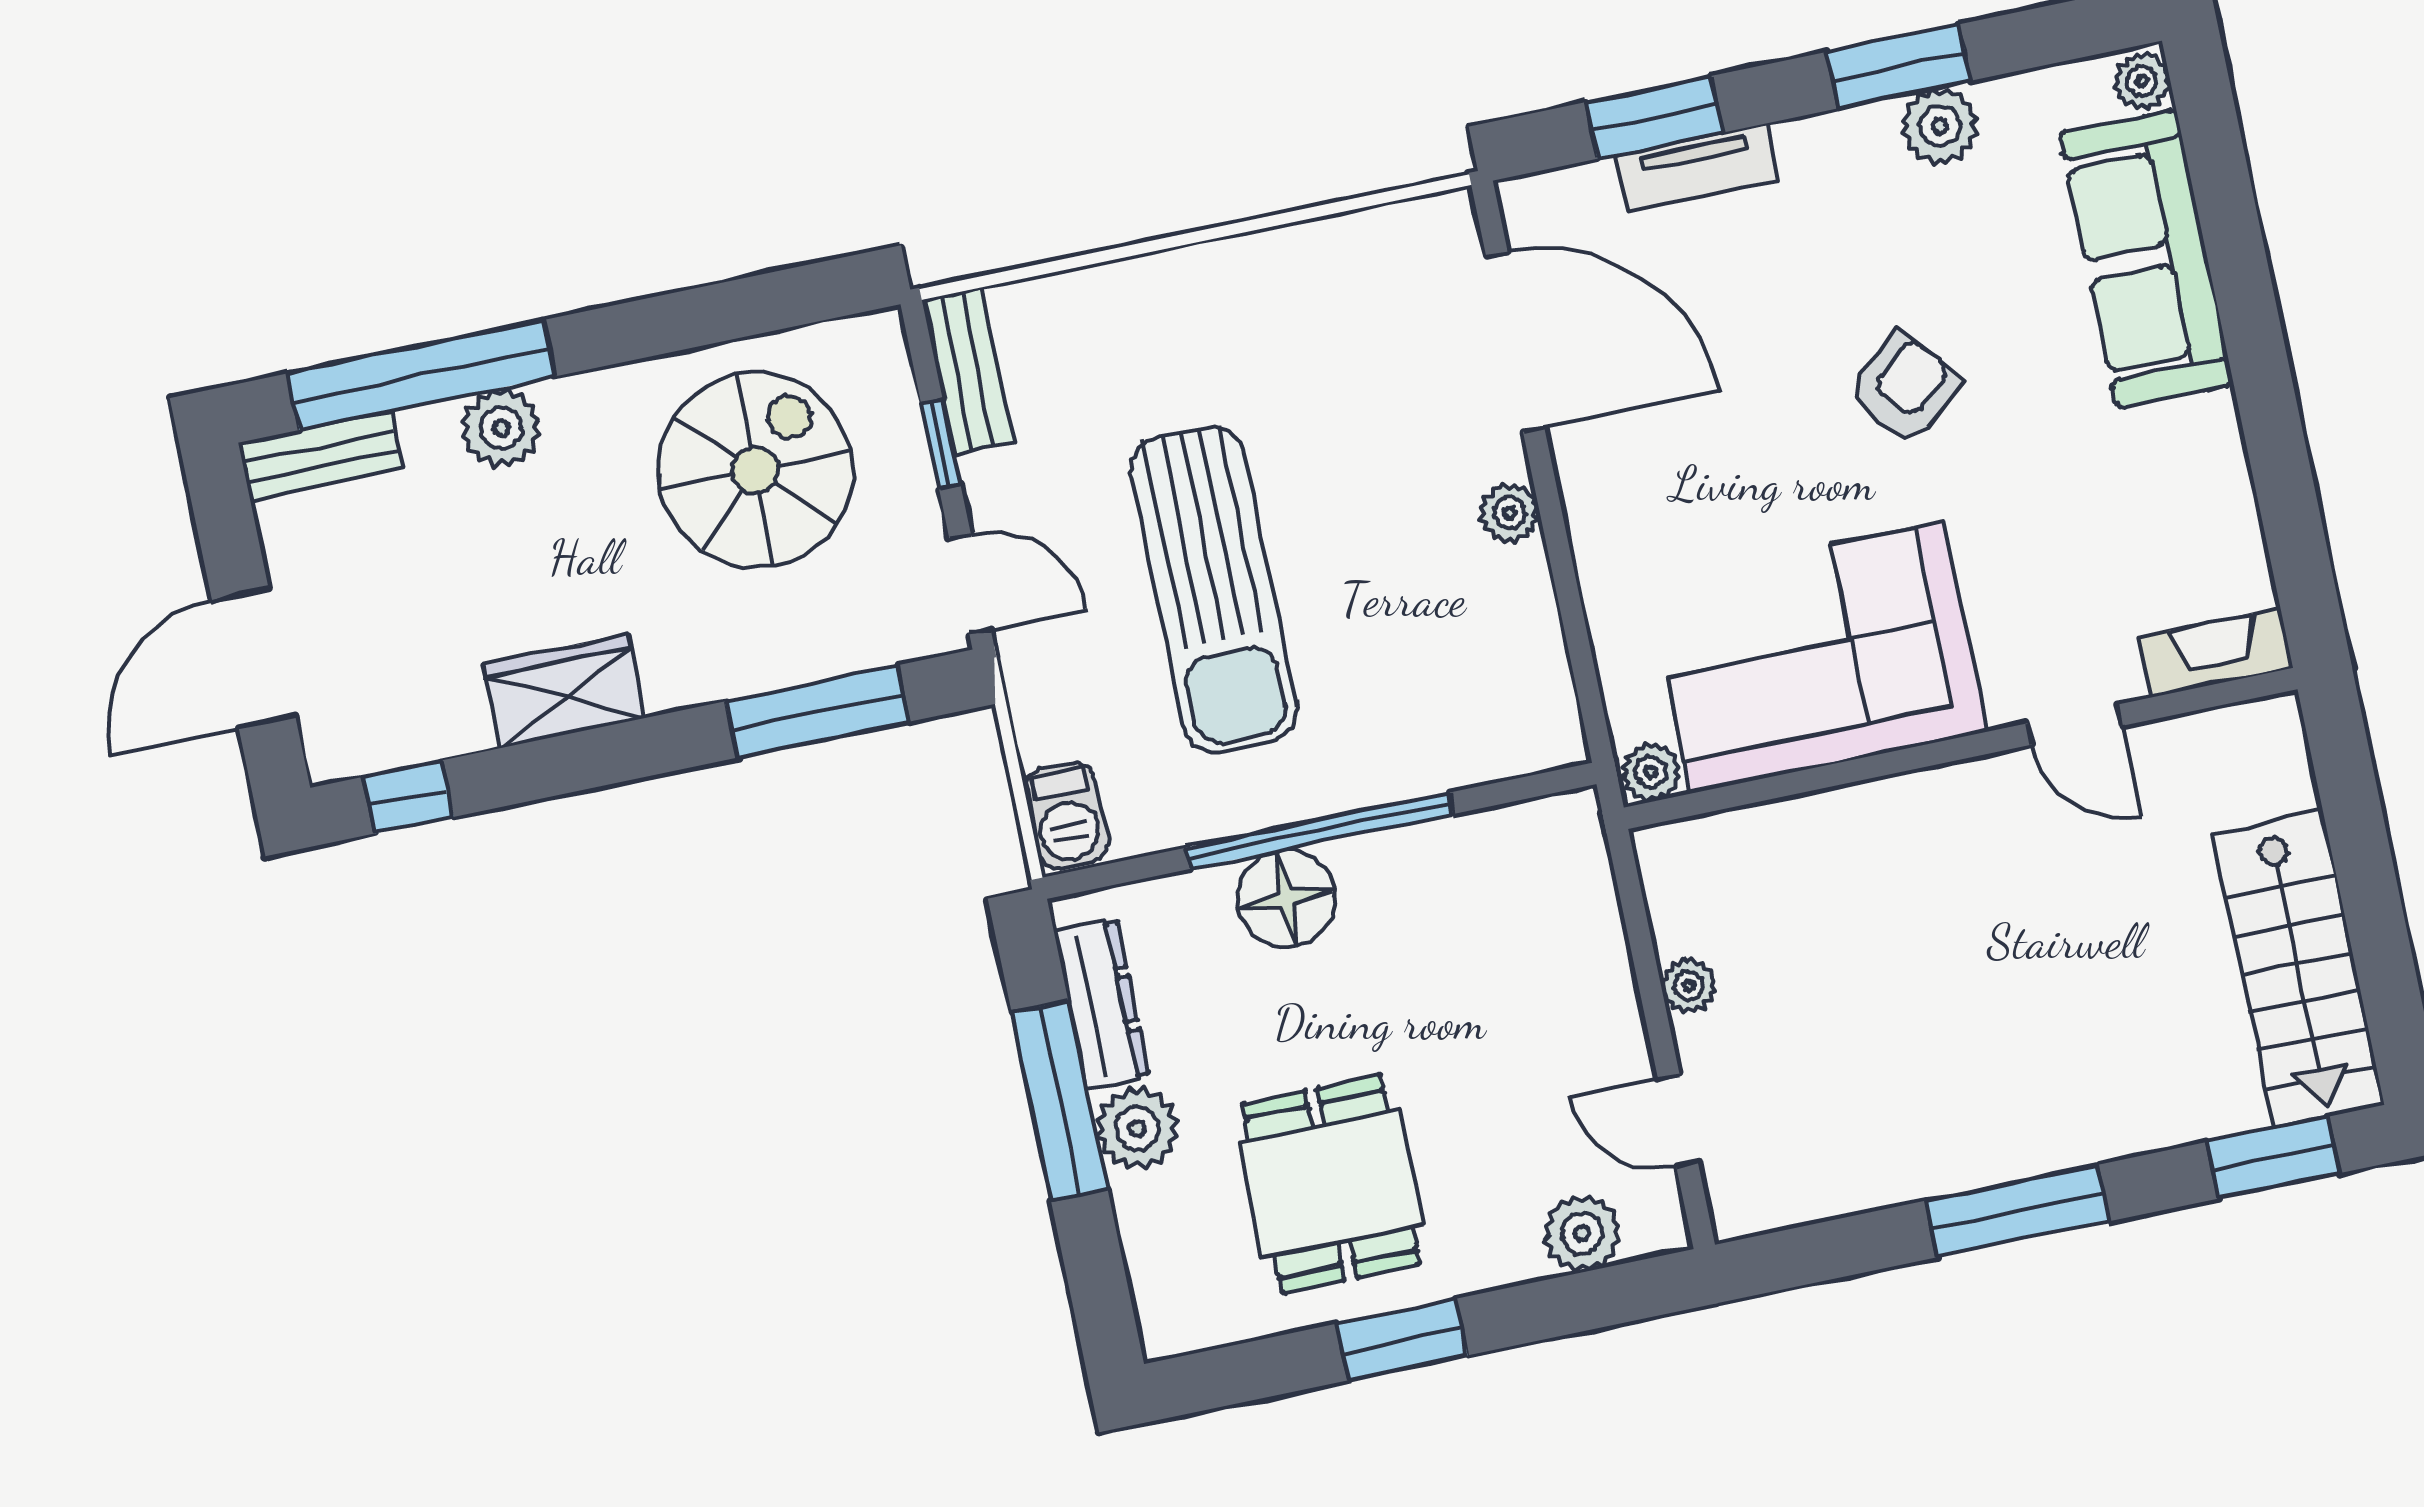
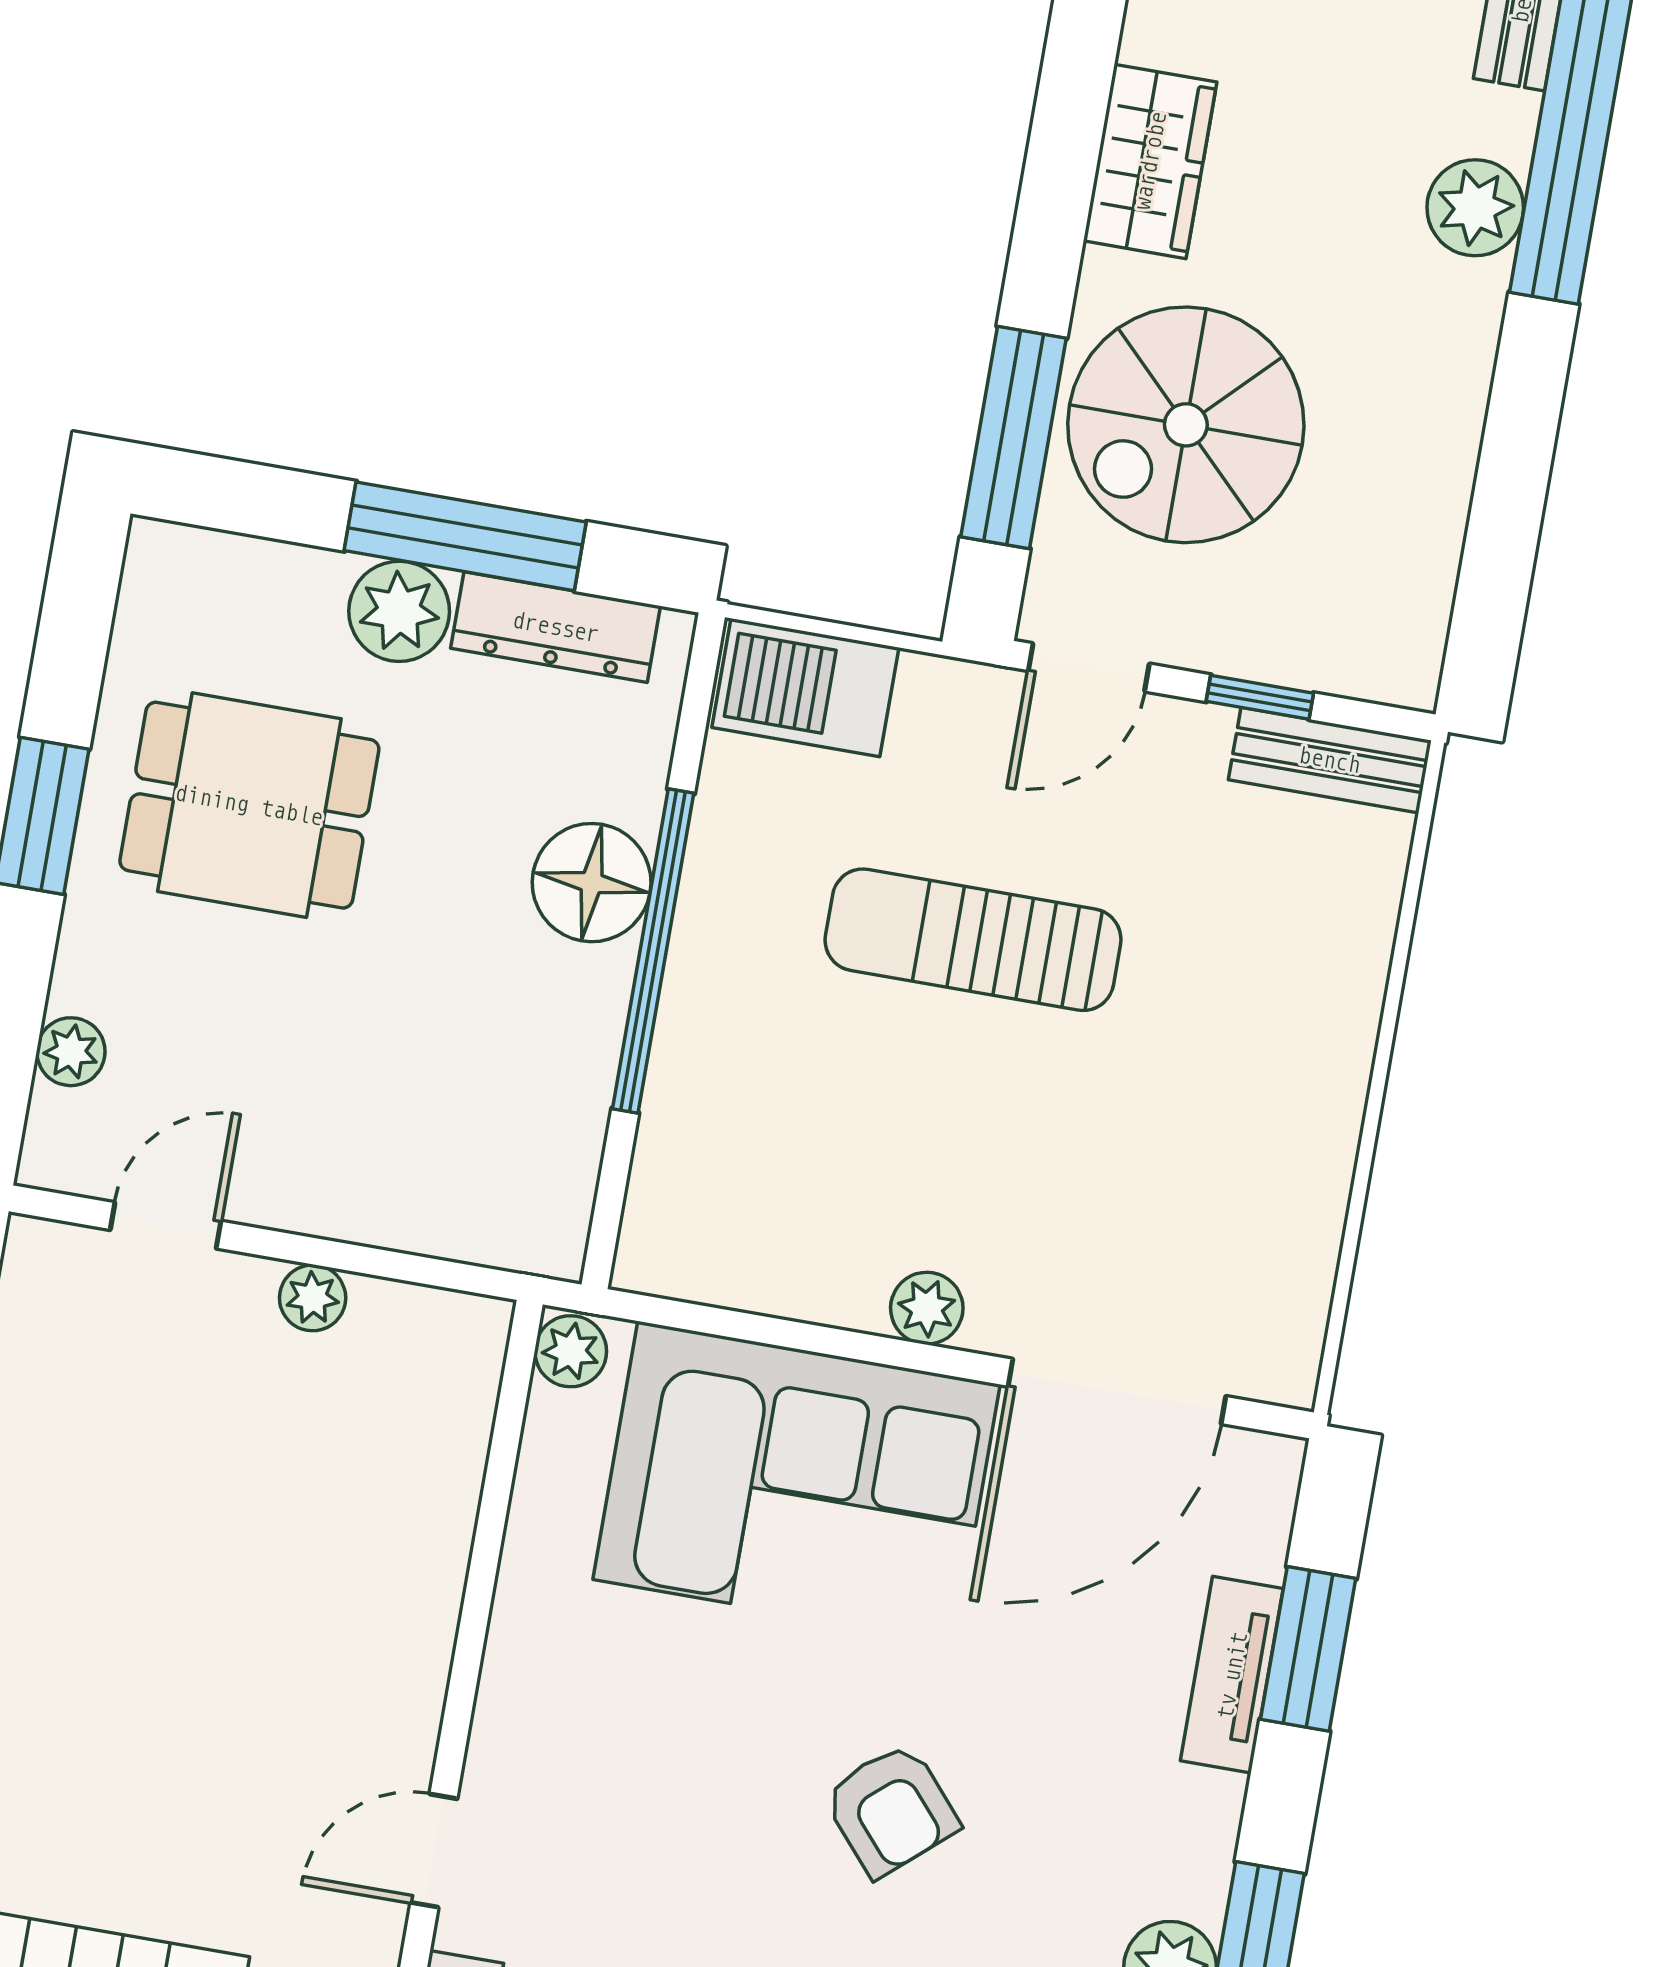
spiral stairs: (755, 470) -> (1186, 425), moved, turned 90
sun lounger: (1214, 590) -> (973, 940), width x0.73, depth x0.75
corner sofa: (1817, 657) -> (797, 1482), moved, turned 90
barbecue: (1066, 815) -> (805, 688), width x1.38, depth x1.27
plant: (1582, 1233) -> (71, 1052), width x0.73, depth x0.73

